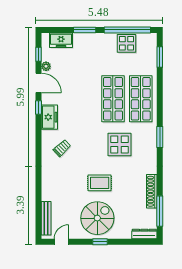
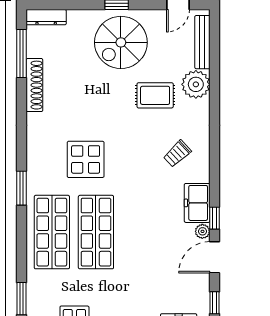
plant: (46, 66) -> (202, 231), moved
door: (38, 83) -> (214, 257), hinge flipped
window: (160, 137) -> (22, 188), moved
rug: (100, 183) -> (155, 95), moved
plant: (50, 192) -> (196, 84), added

